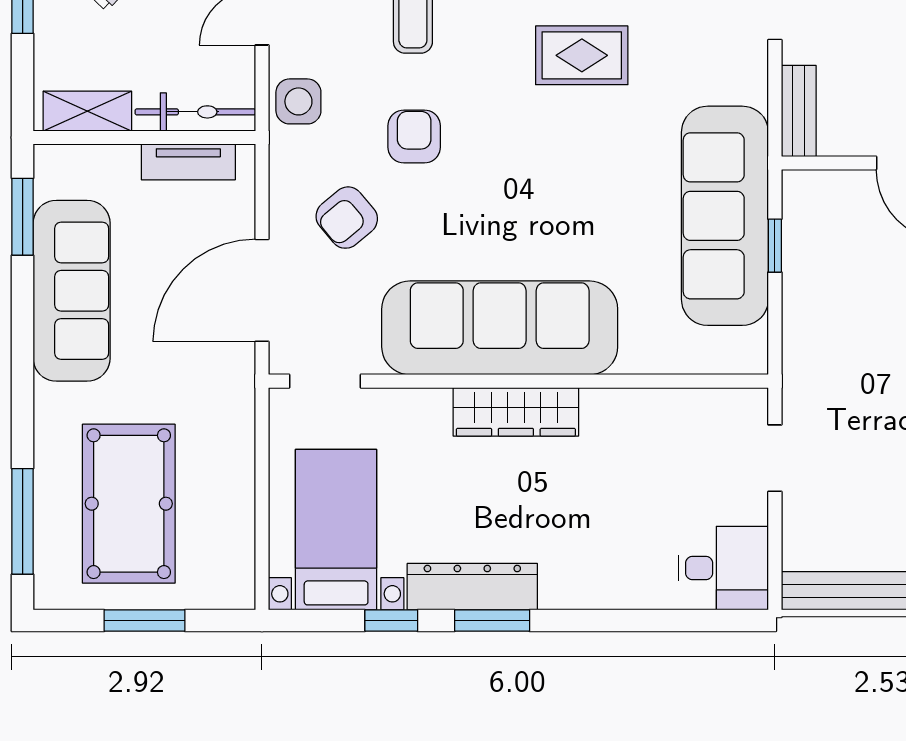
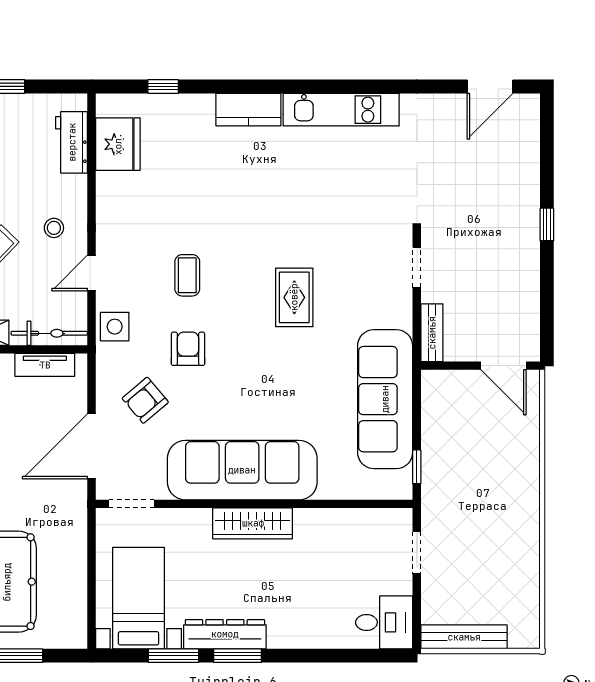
rug: (582, 55) -> (294, 297), turned 90
window: (775, 246) -> (417, 467), moved
window: (391, 620) -> (174, 656), width x1.50

